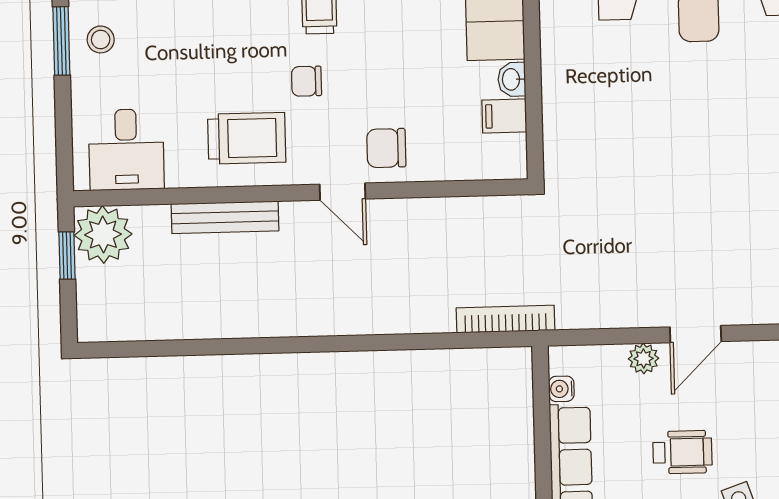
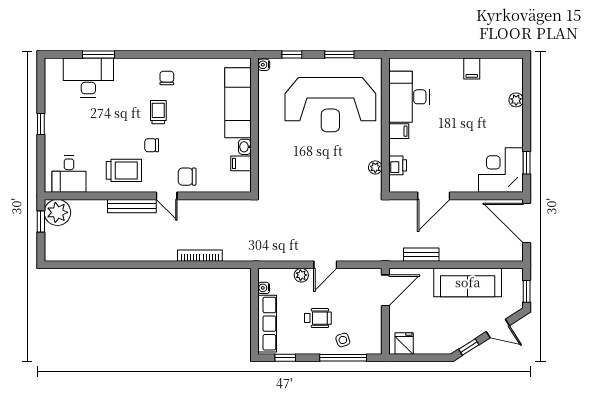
stool: (101, 39) -> (59, 124), removed
window: (61, 41) -> (41, 124), width x0.67
bench: (225, 217) -> (132, 206), moved
bookcase: (505, 319) -> (200, 256), moved

